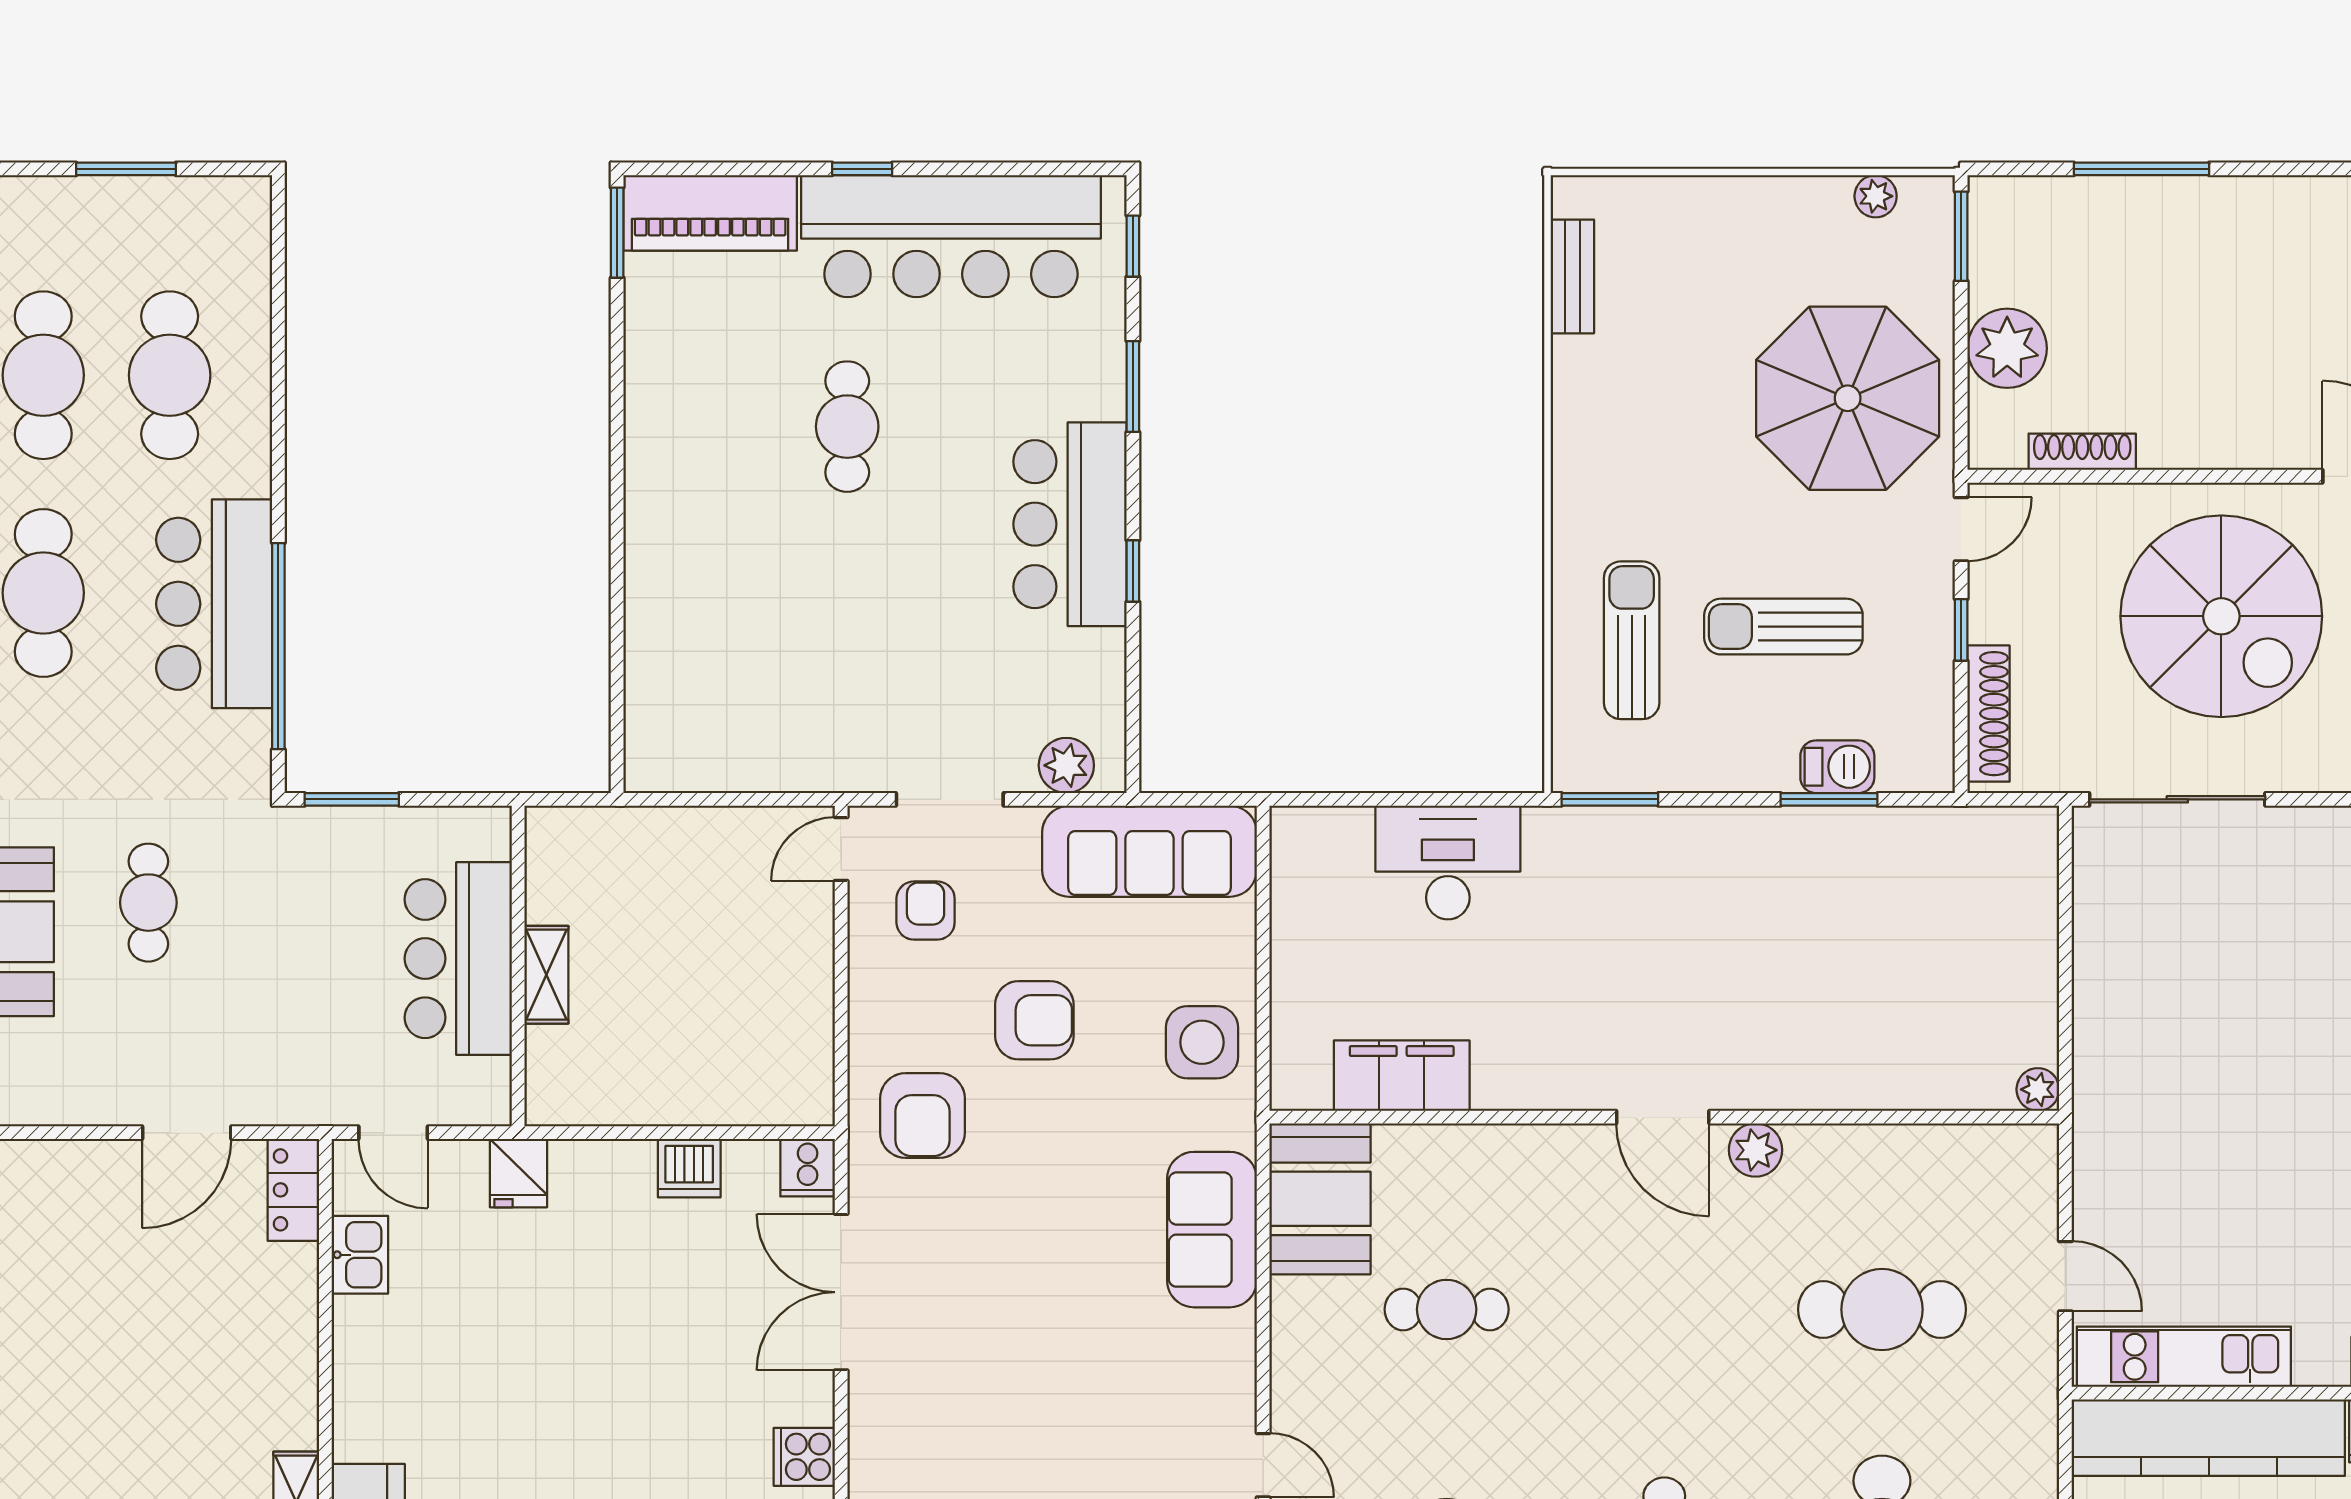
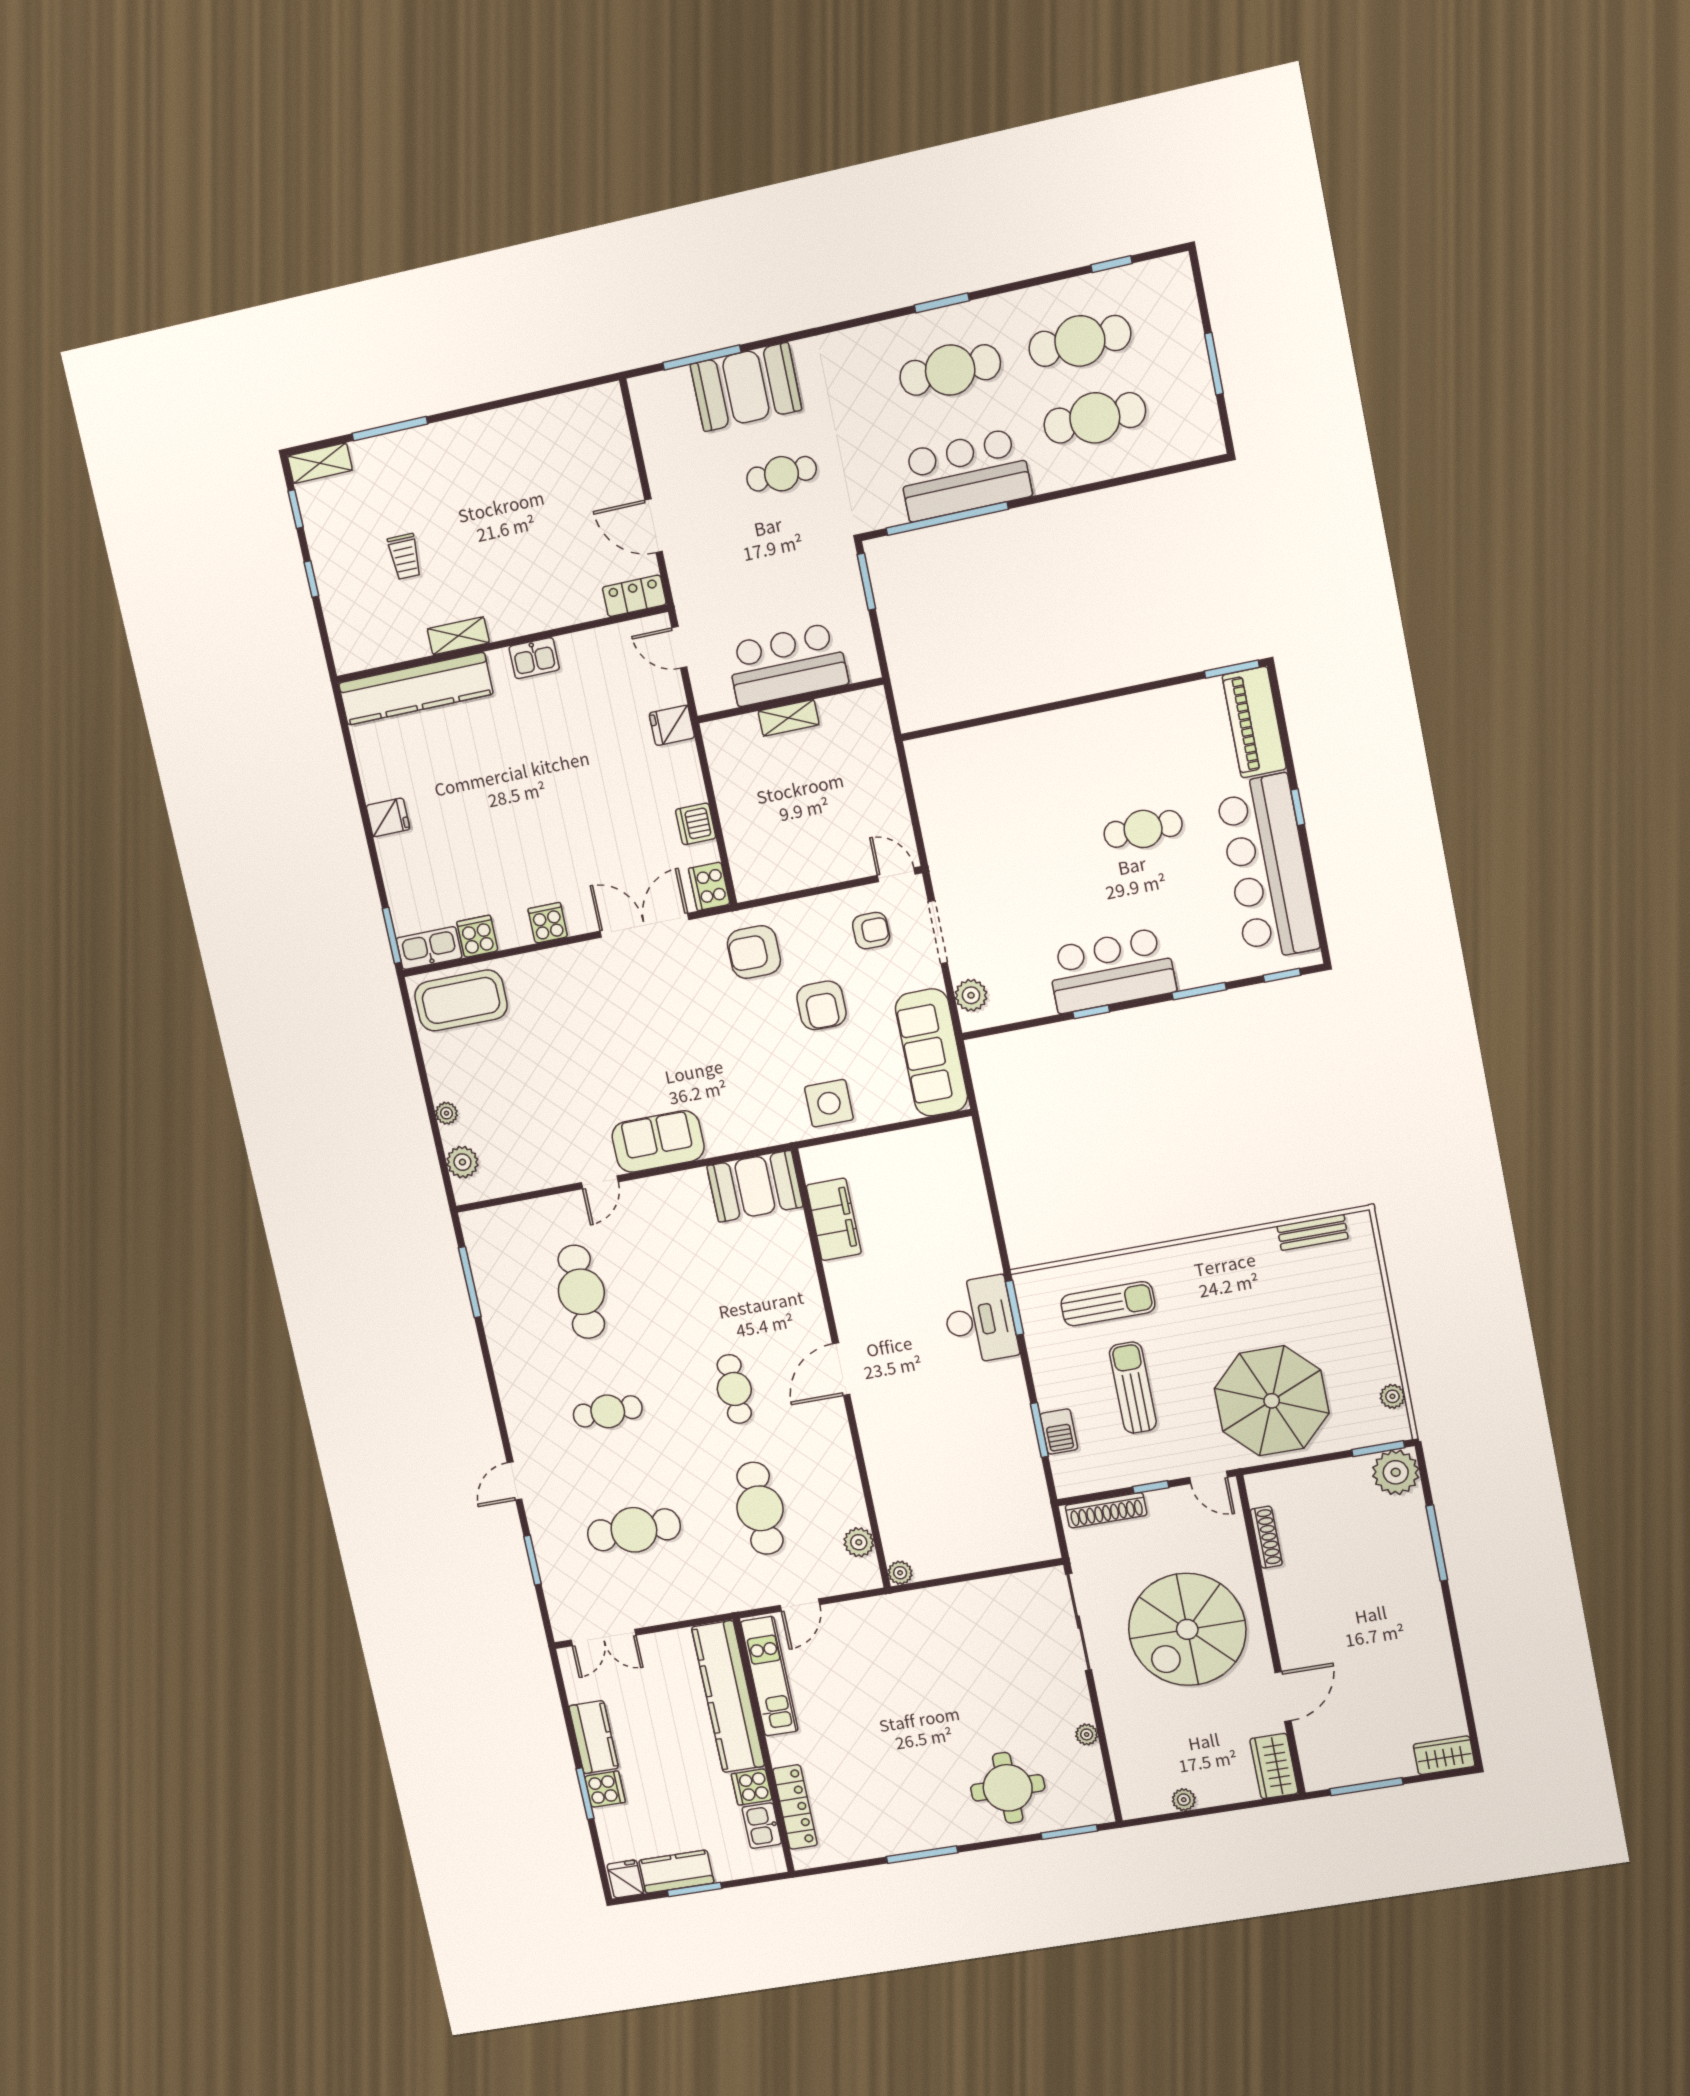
plant: (2007, 348) -> (1396, 1472), moved
desk: (1448, 862) -> (980, 1320), moved
door: (393, 1133) -> (679, 647), hinge flipped
plant: (1755, 1150) -> (859, 1542), moved
cooker: (808, 1168) -> (709, 886), width x1.36
sofa: (1212, 1230) -> (658, 1141), moved
kitchen sink: (360, 1255) -> (534, 658), moved
cafe table: (1447, 1309) -> (734, 1389), moved

